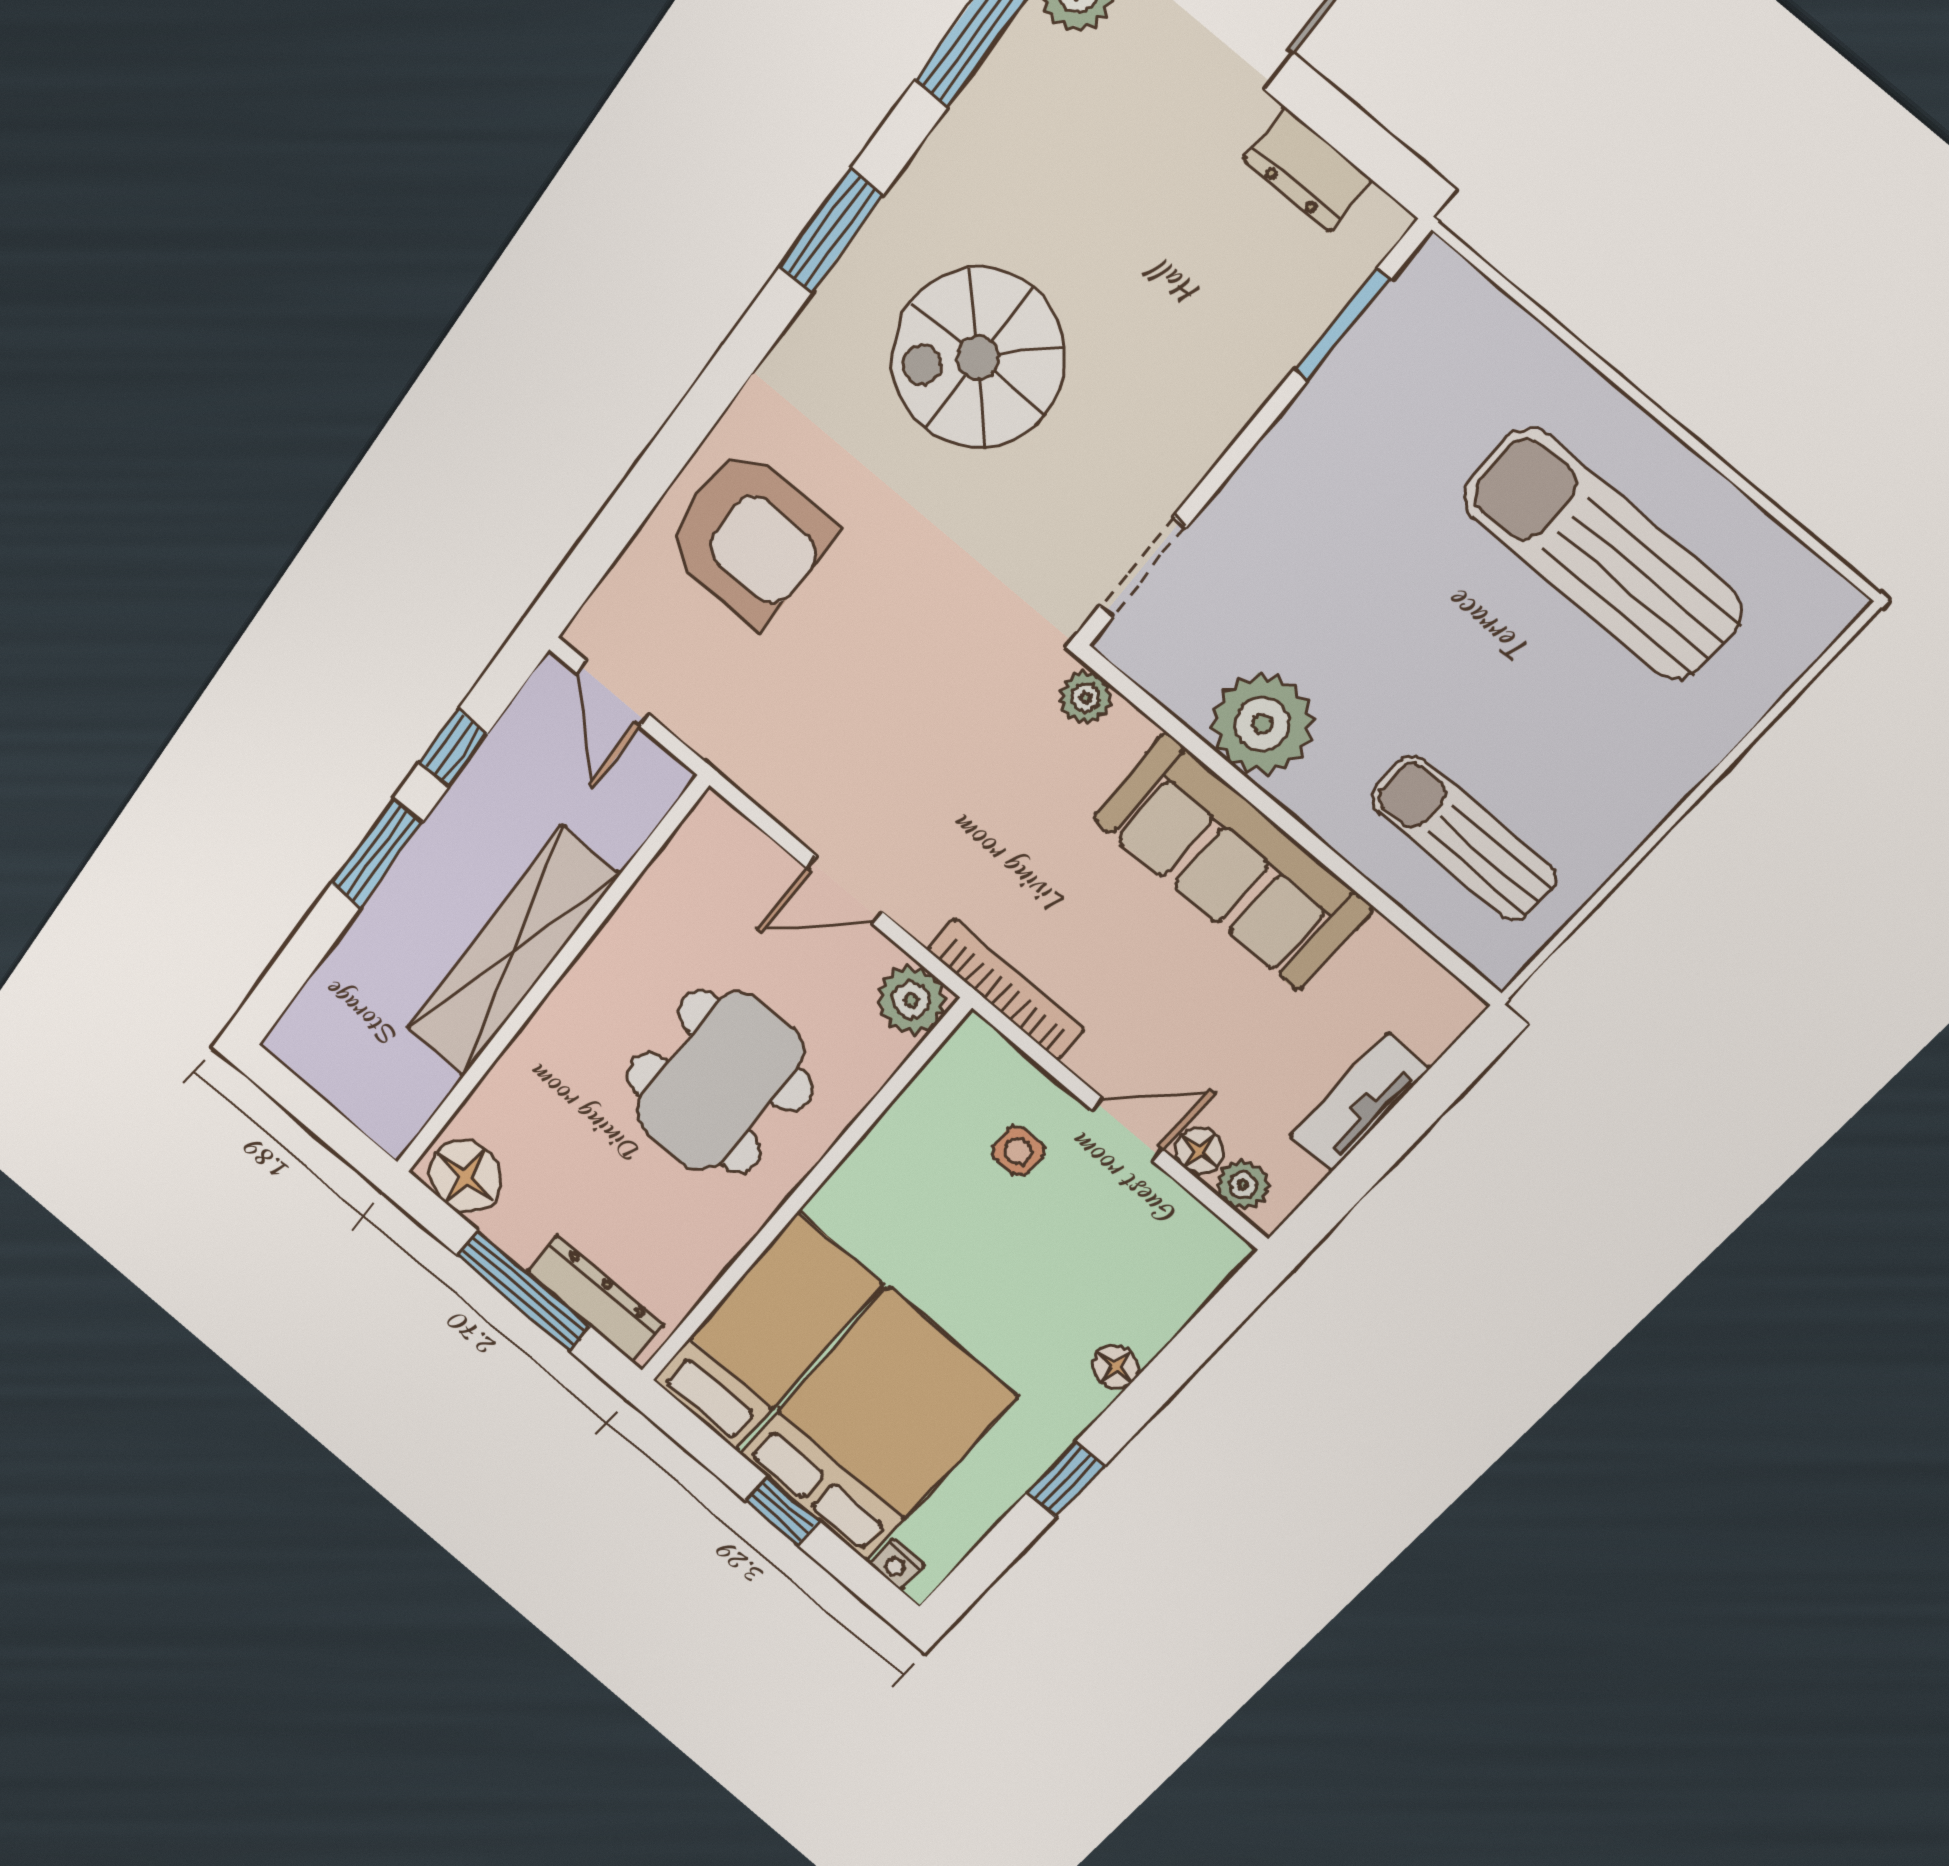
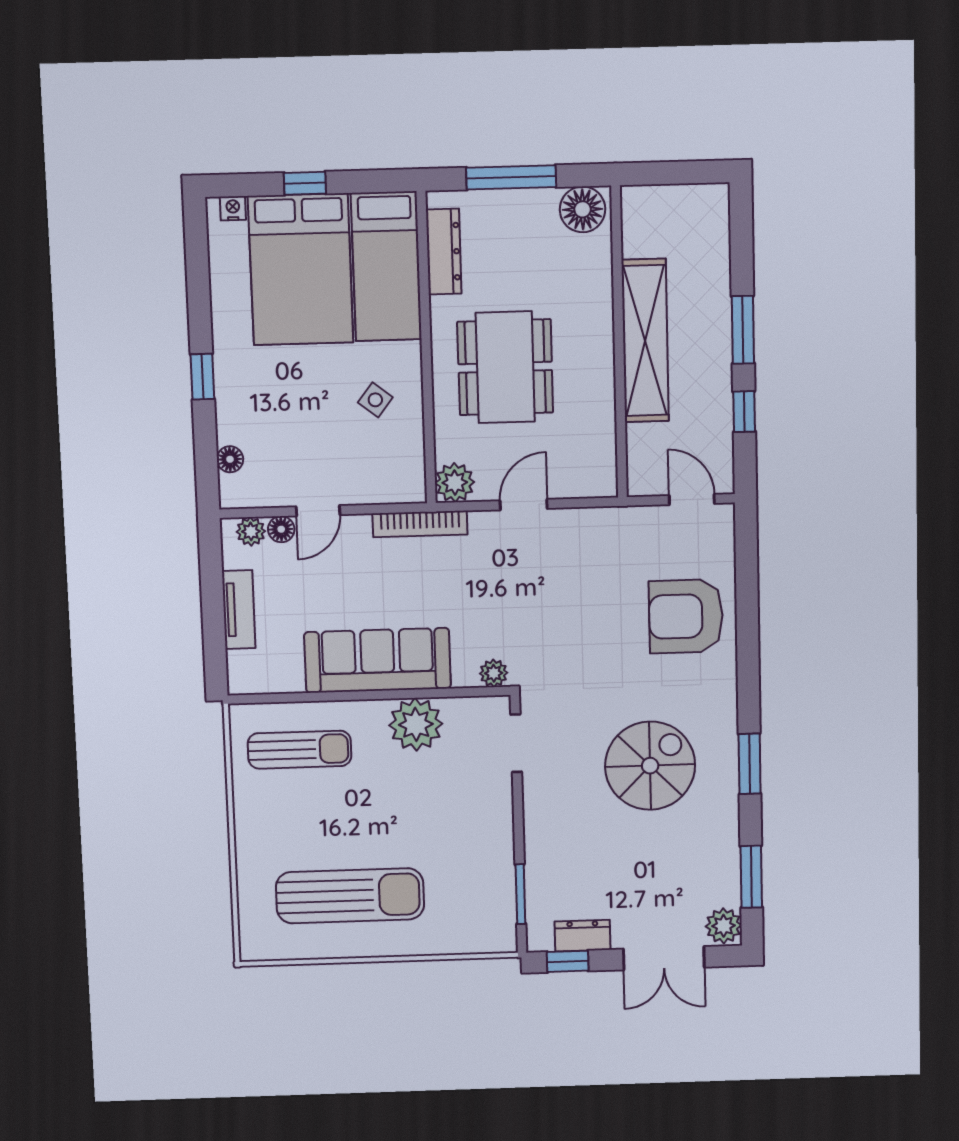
window: (1368, 146) -> (568, 961), added
side table: (1018, 1151) -> (375, 400), moved, turned 38
dresser: (595, 1299) -> (444, 252), moved, turned -90
floor lamp: (1115, 1367) -> (230, 459), moved
window: (1066, 1479) -> (202, 377), moved

